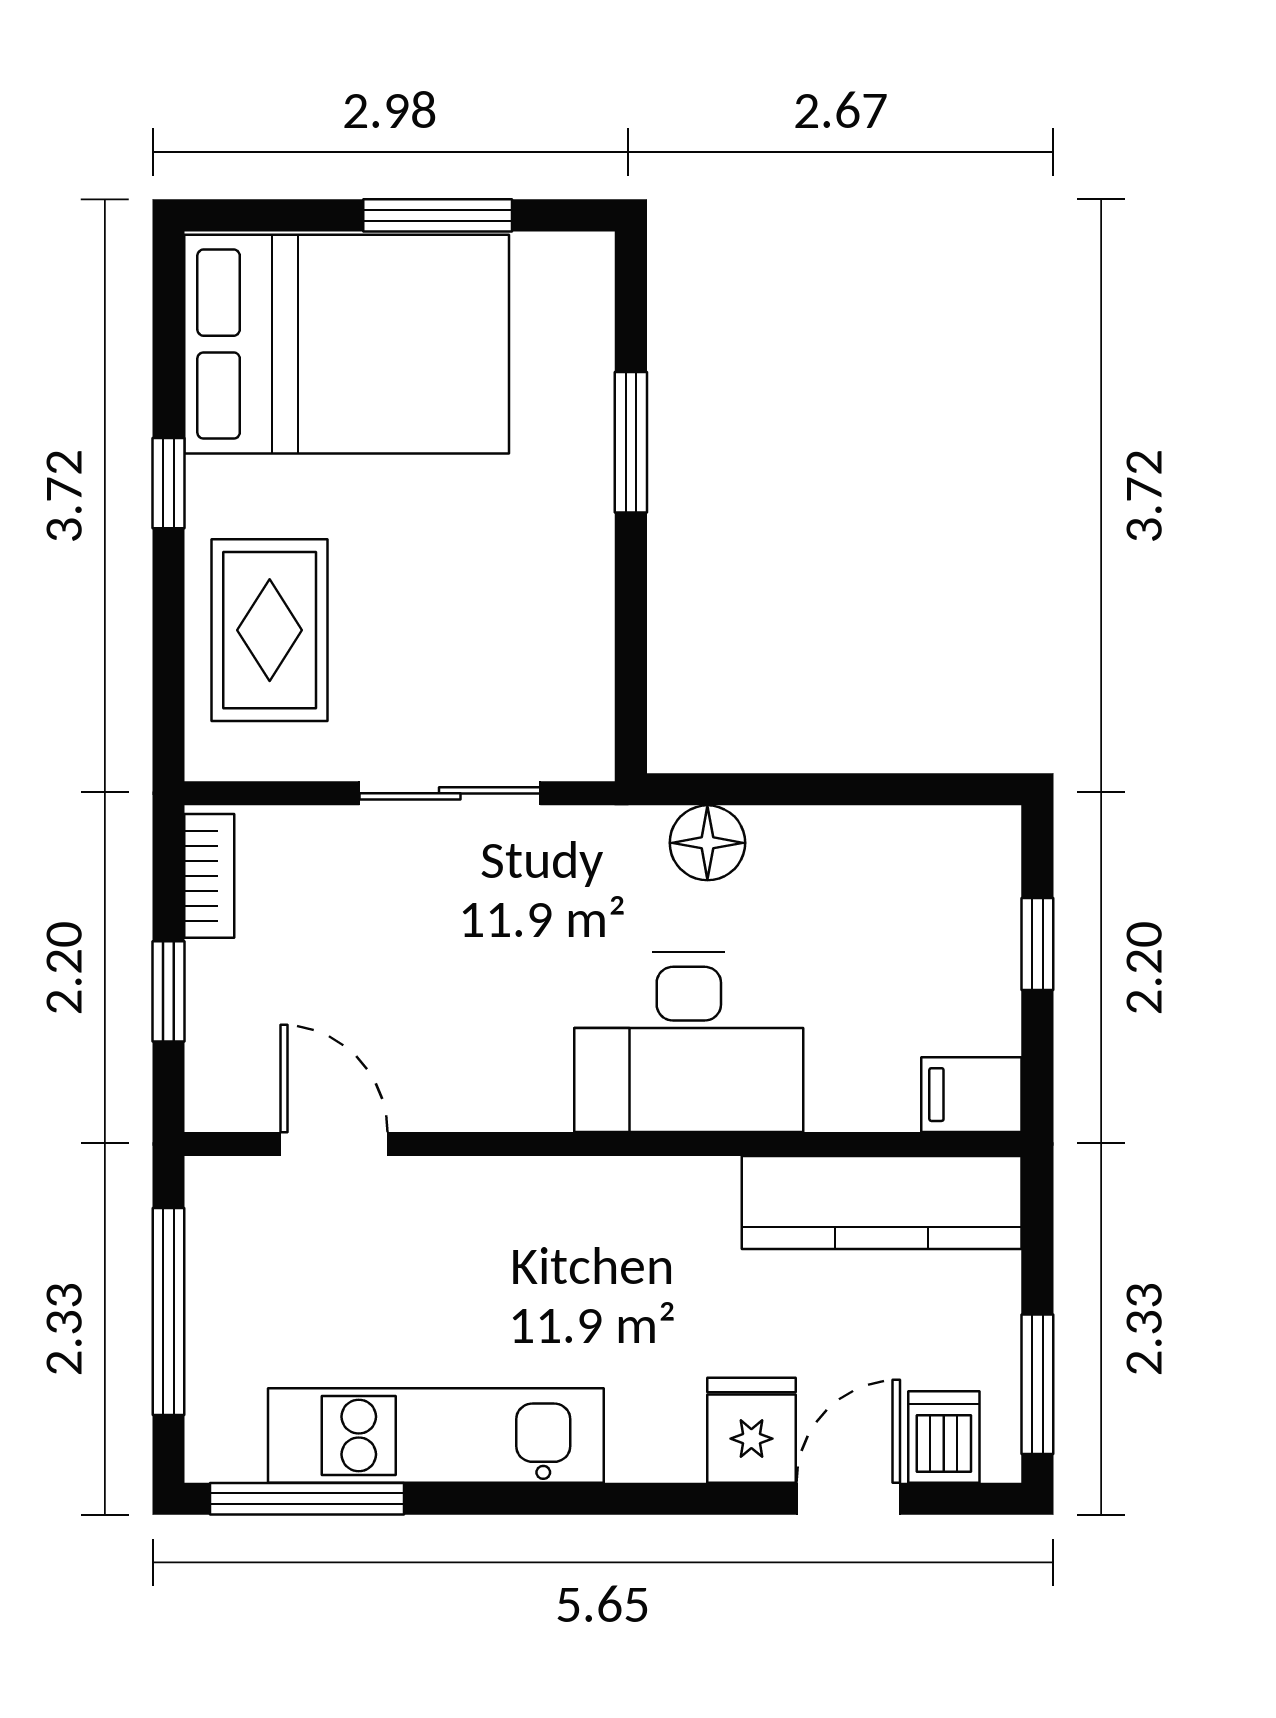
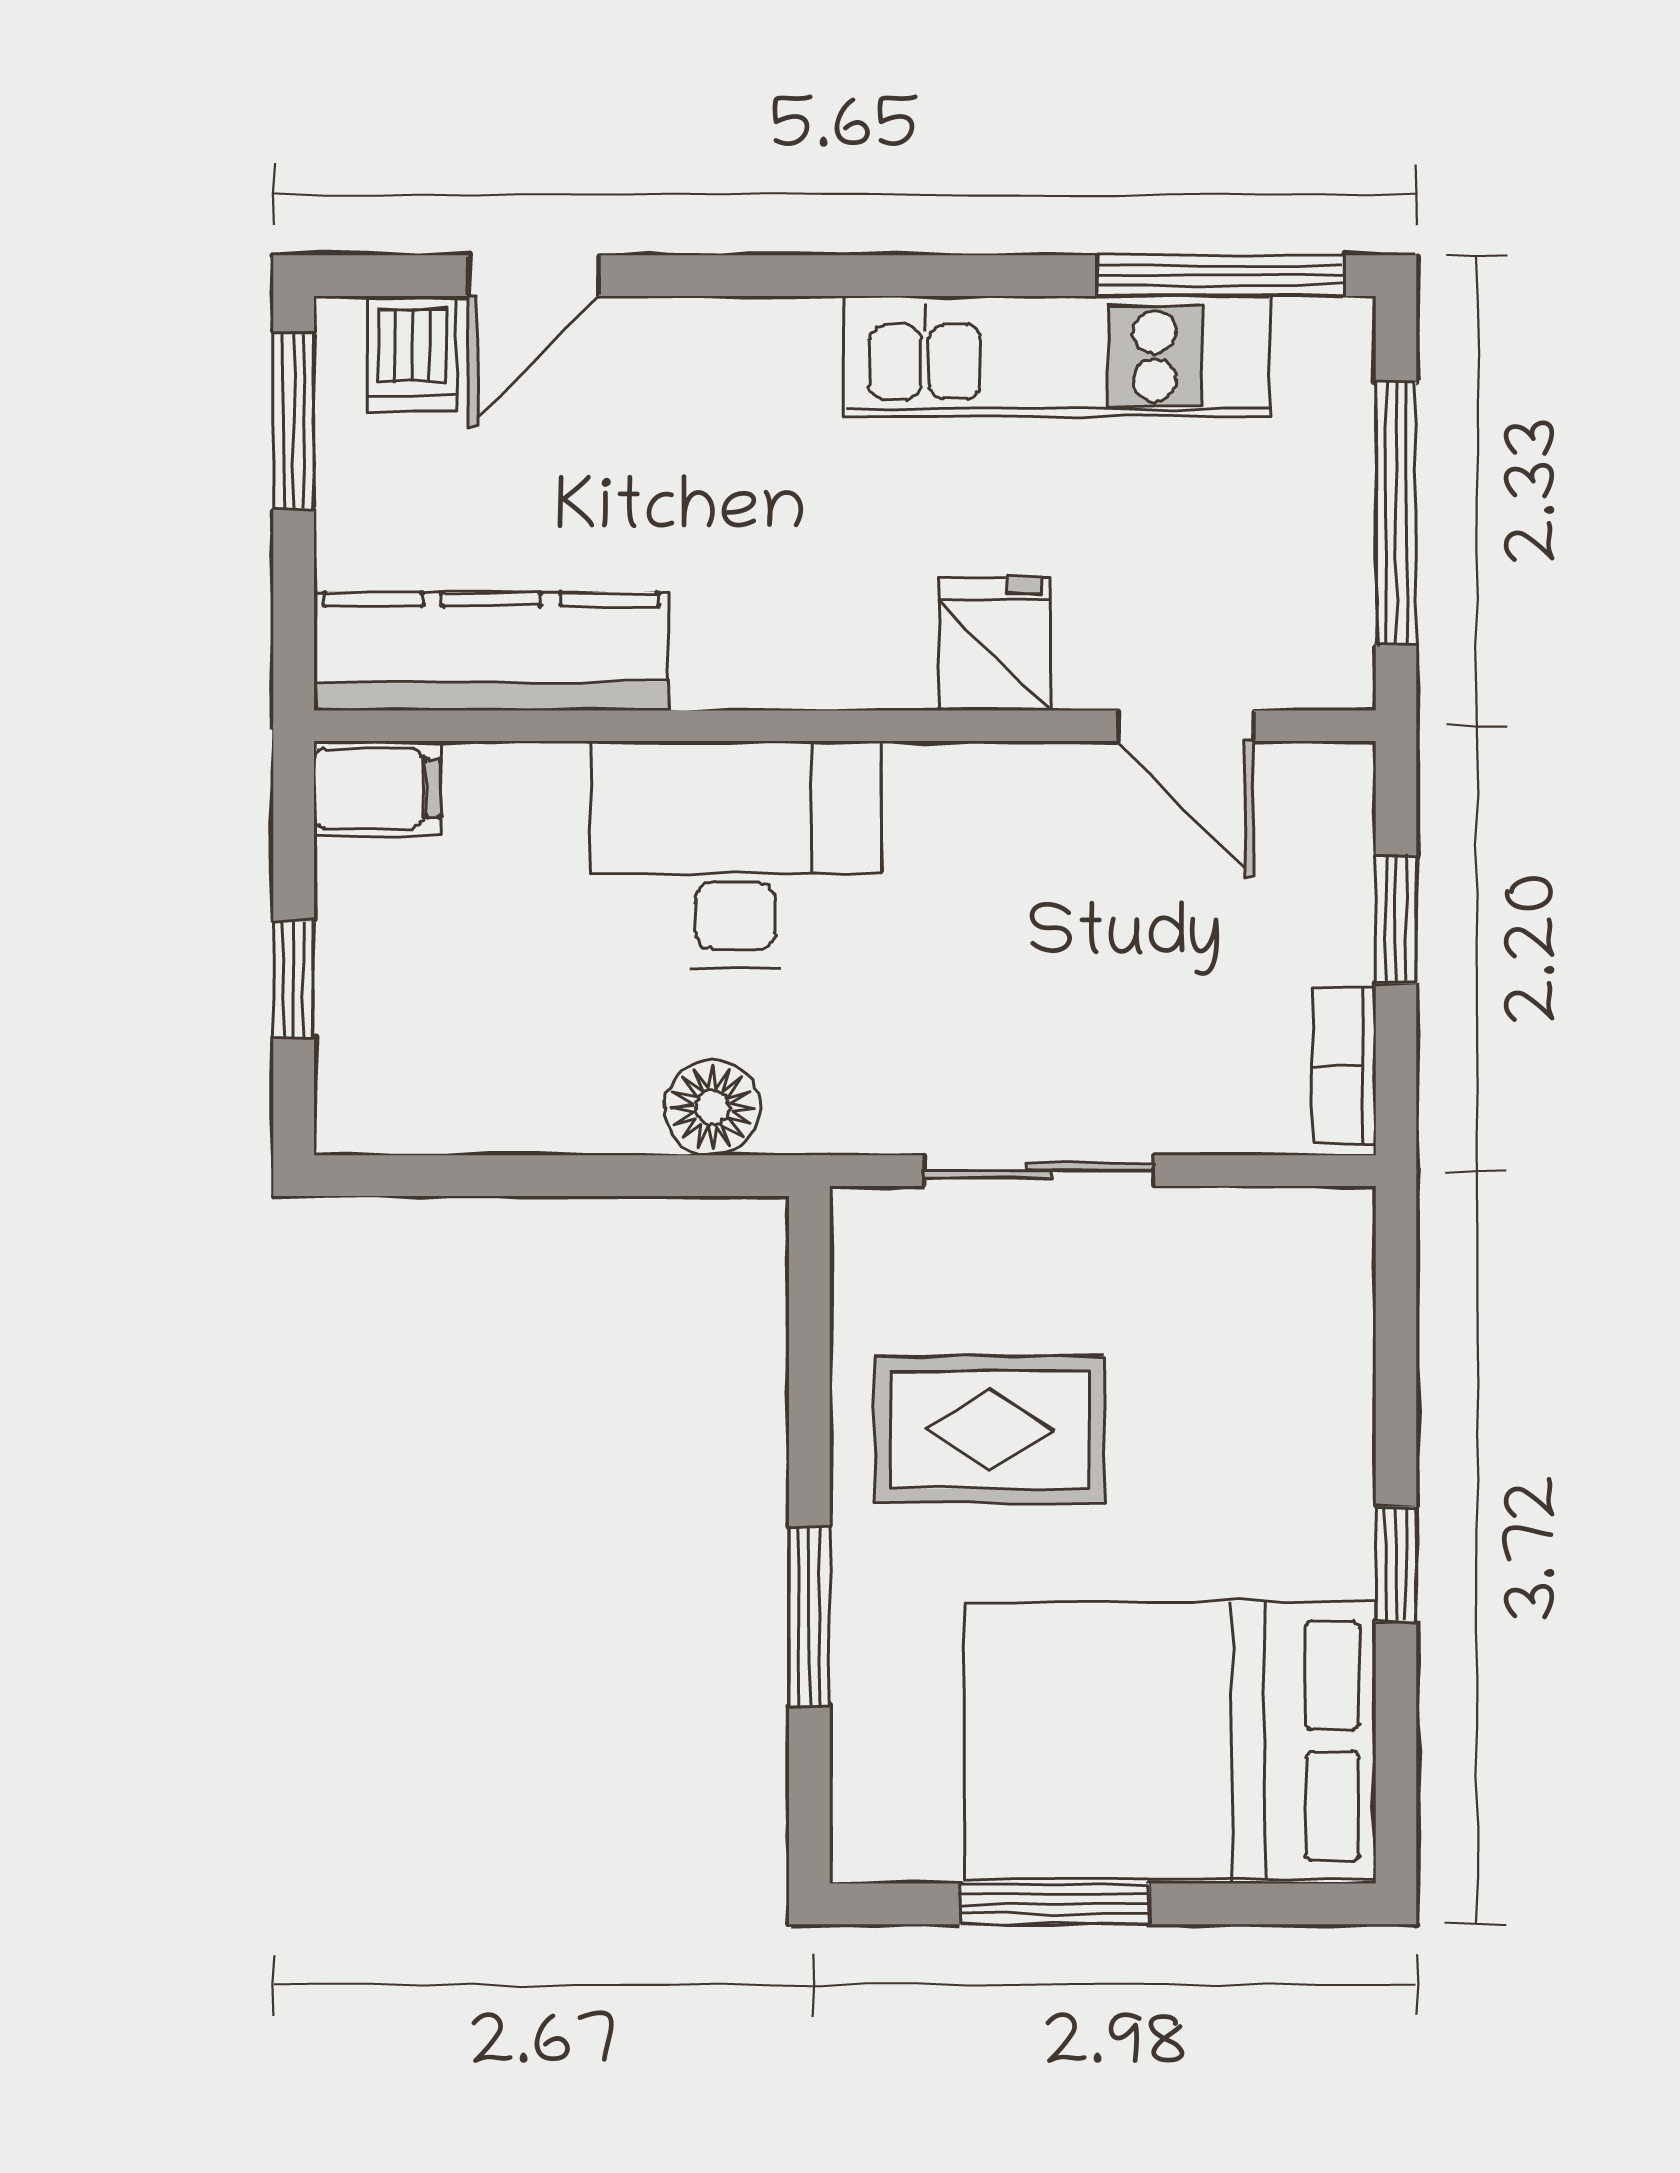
rug: (270, 630) -> (990, 1430), moved, turned 90
fridge: (751, 1430) -> (995, 644), moved, turned 180

